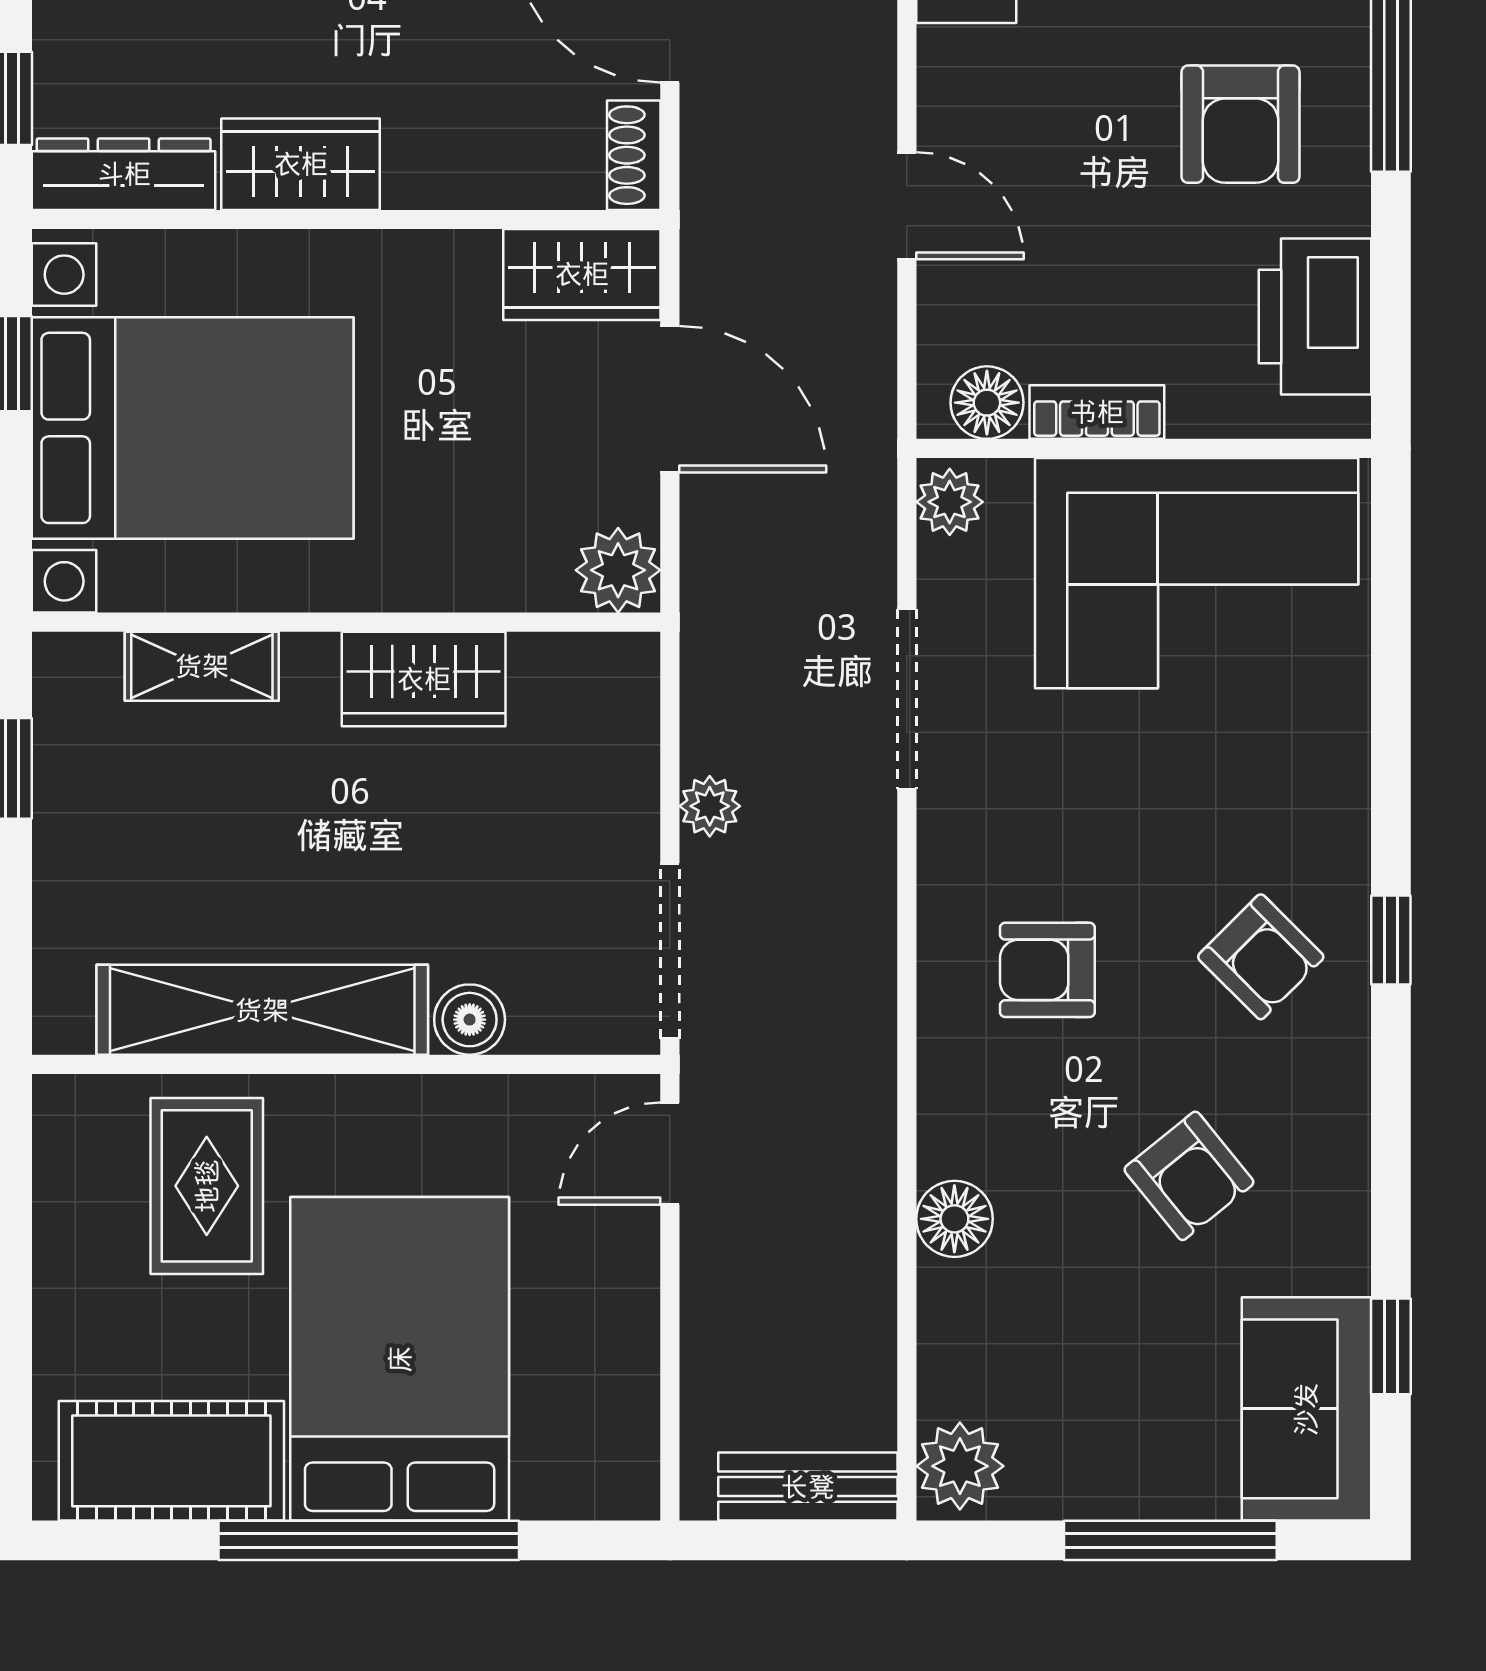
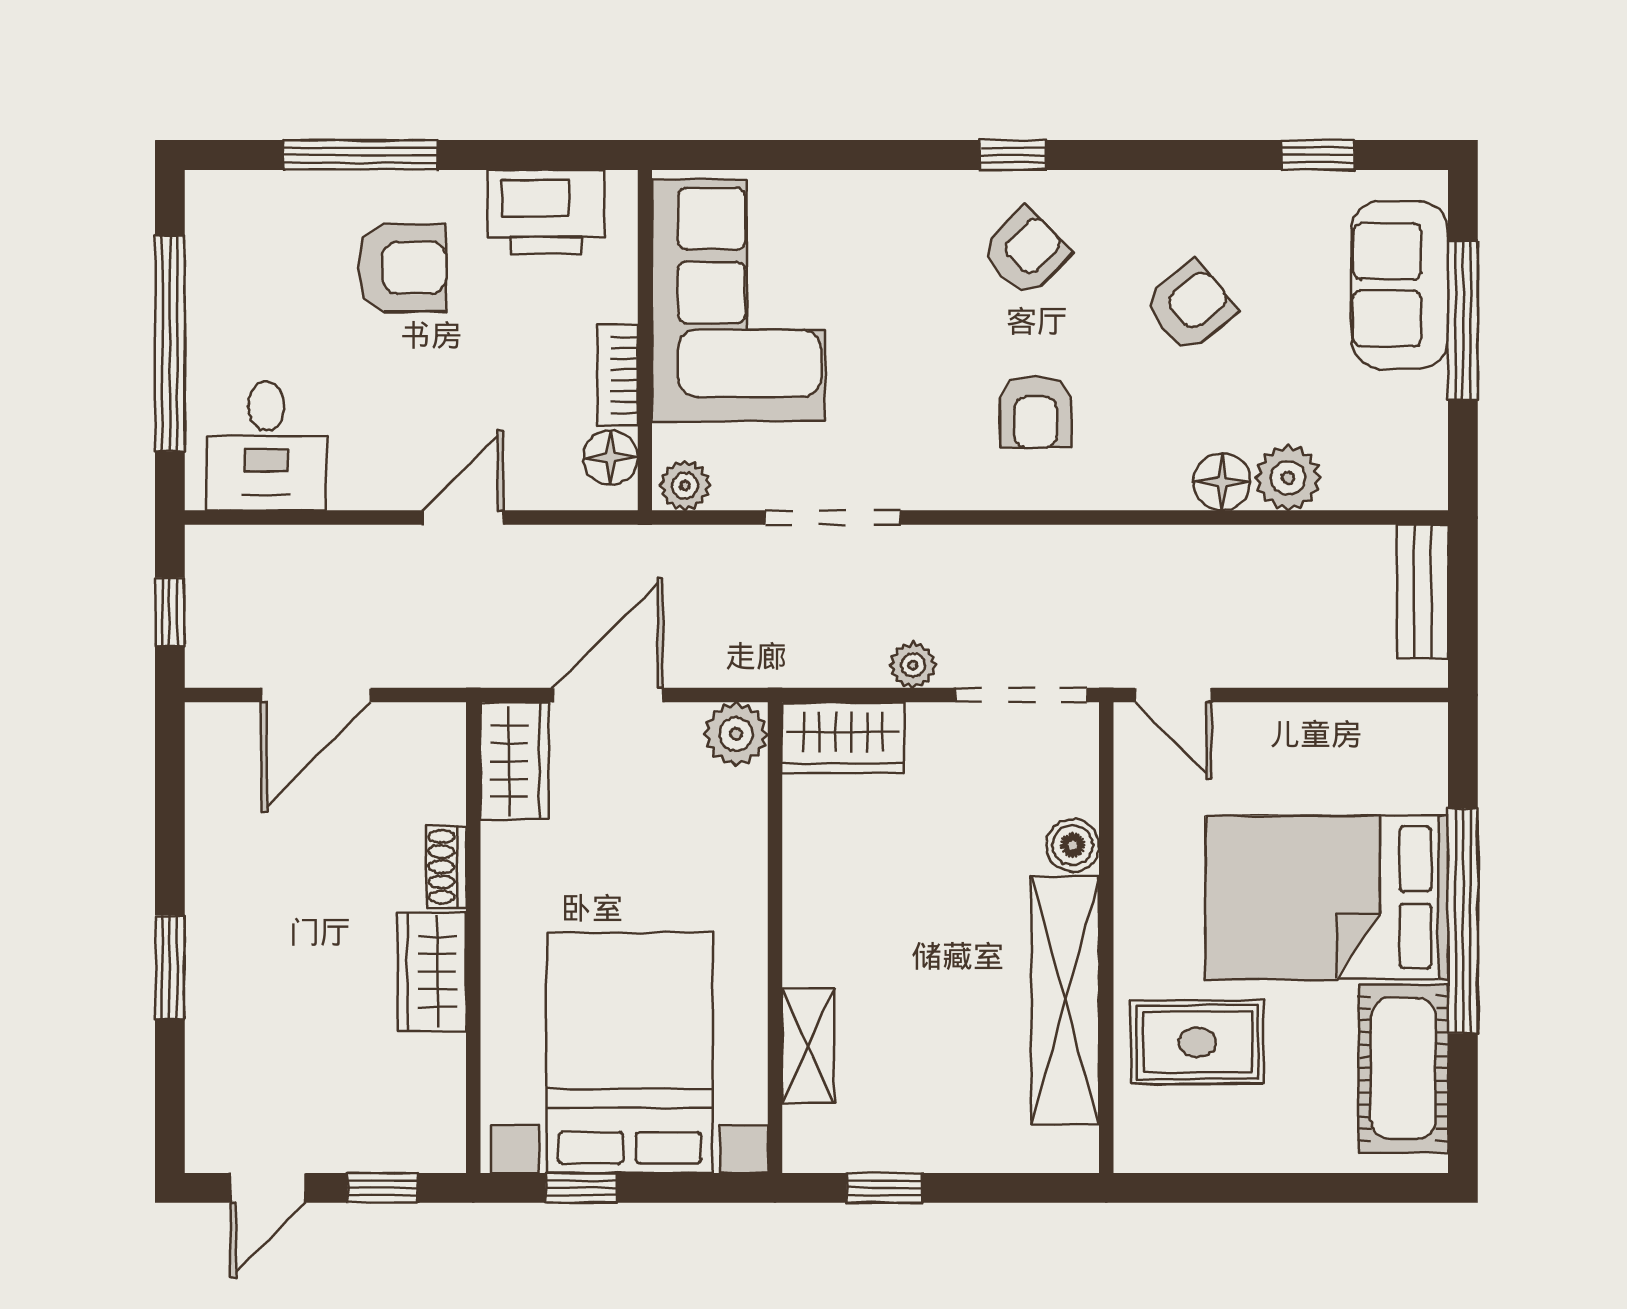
shoe rack: (634, 155) -> (446, 867), moved, turned 90
dresser: (124, 174) -> (439, 1104), removed
wardrobe: (424, 679) -> (843, 738), moved, turned 90
sofa: (1306, 1409) -> (1400, 285), moved, turned 90
plant: (960, 1466) -> (1288, 478), moved

